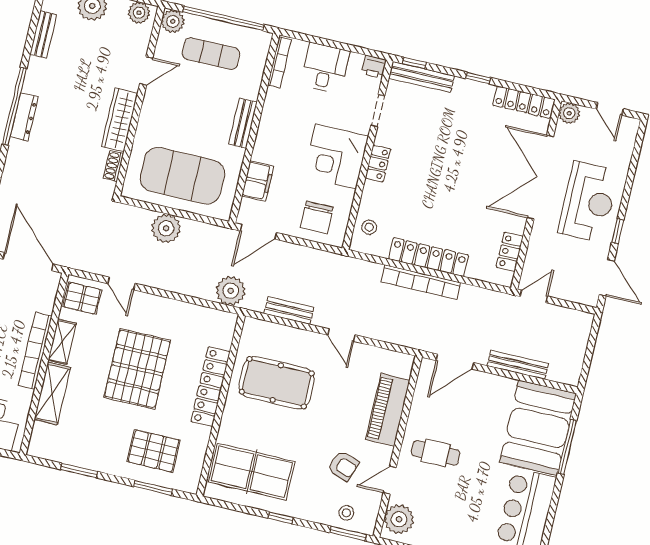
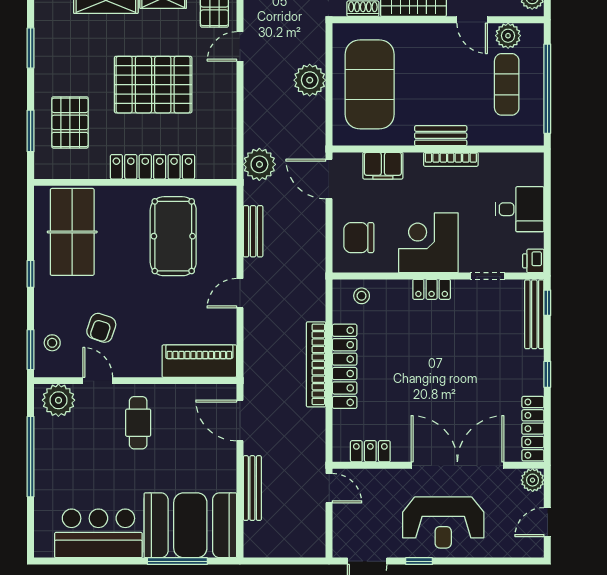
plant: (173, 21) -> (508, 36), moved
bookcase: (279, 62) -> (451, 159), moved
piano: (388, 410) -> (199, 361), moved

